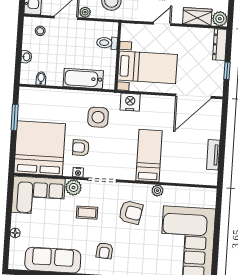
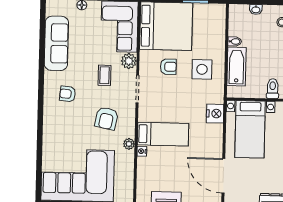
bidet: (41, 78) -> (235, 41), moved
side table: (98, 117) -> (202, 69), moved
armchair: (81, 148) -> (168, 67), turned 90
nightstand: (78, 172) -> (142, 151), moved

